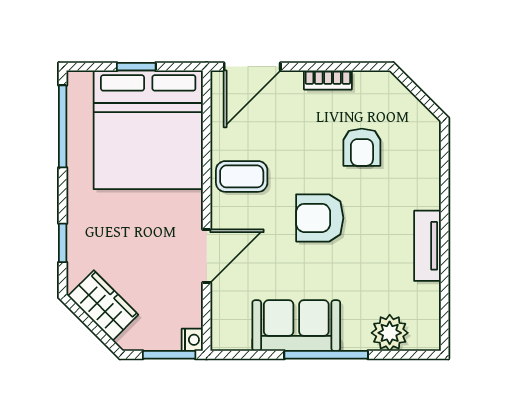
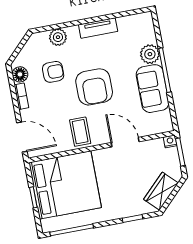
floor lamp: (369, 85) -> (20, 74), added
plant: (425, 168) -> (58, 37), added
armchair: (320, 218) -> (94, 87), width x1.36, depth x1.36
plant: (390, 333) -> (150, 54), moved

